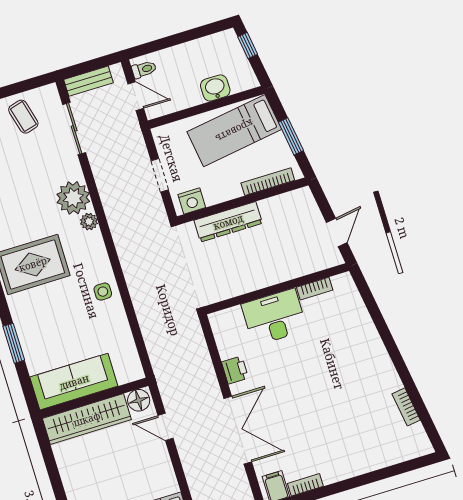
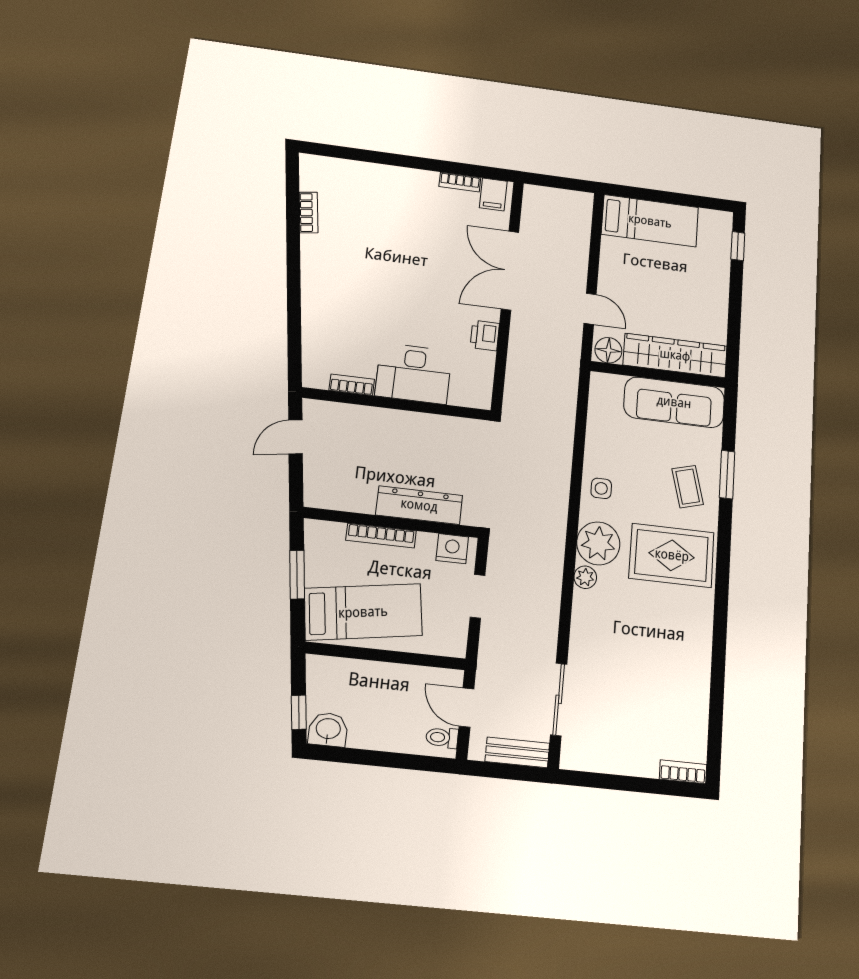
washbasin: (215, 88) -> (328, 730), moved, turned 180
coffee table: (23, 117) -> (688, 487), moved
bookcase: (268, 182) -> (381, 536), moved
plant: (73, 198) -> (598, 543), moved

